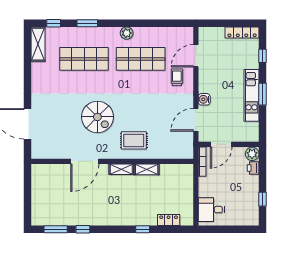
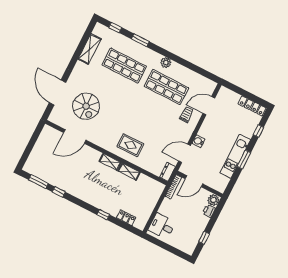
shelving: (38, 44) -> (90, 49), moved
spiral stairs: (97, 117) -> (86, 106), moved
dresser: (188, 149) -> (167, 172), added
door: (85, 161) -> (75, 136), moved

